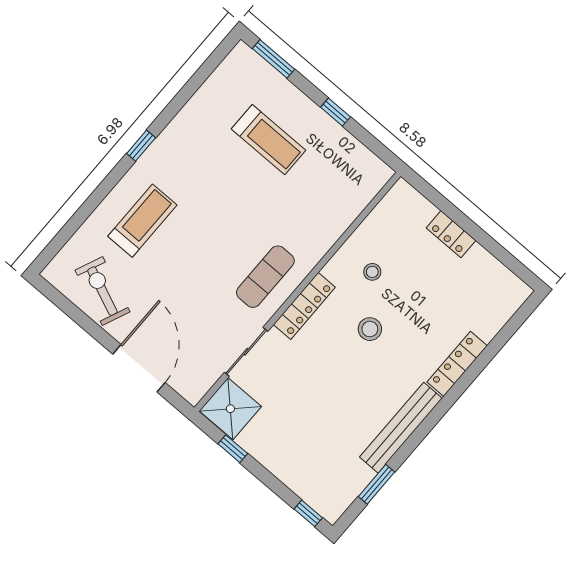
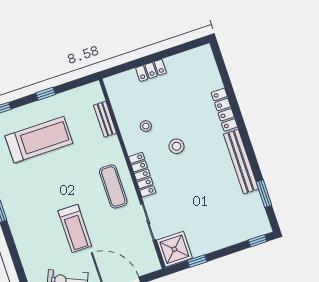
treadmill: (268, 140) -> (39, 140), width x1.37, depth x1.38
bench: (349, 212) -> (105, 119), added
treadmill: (142, 221) -> (75, 228), moved, turned 180

